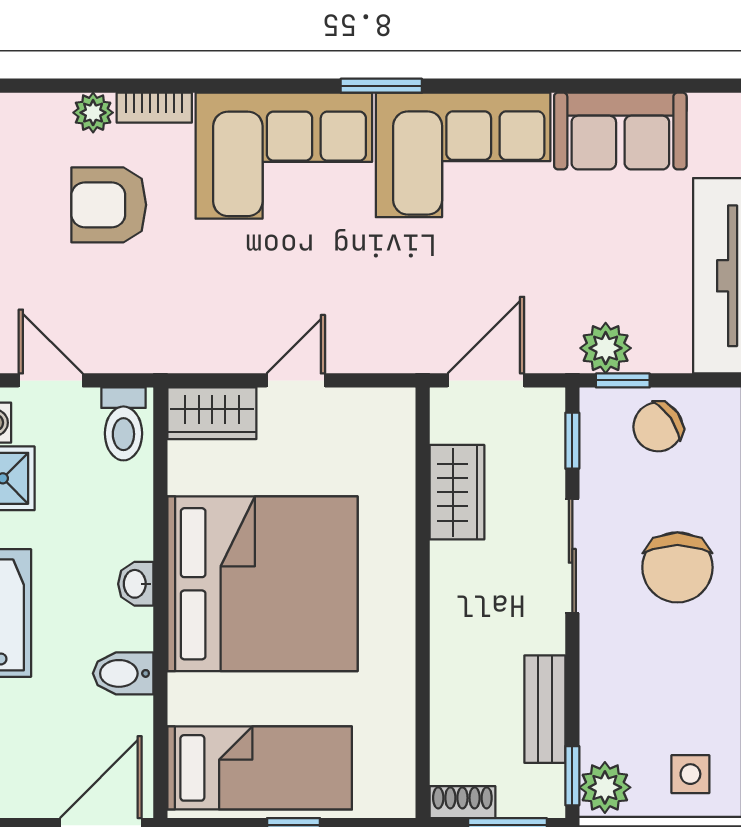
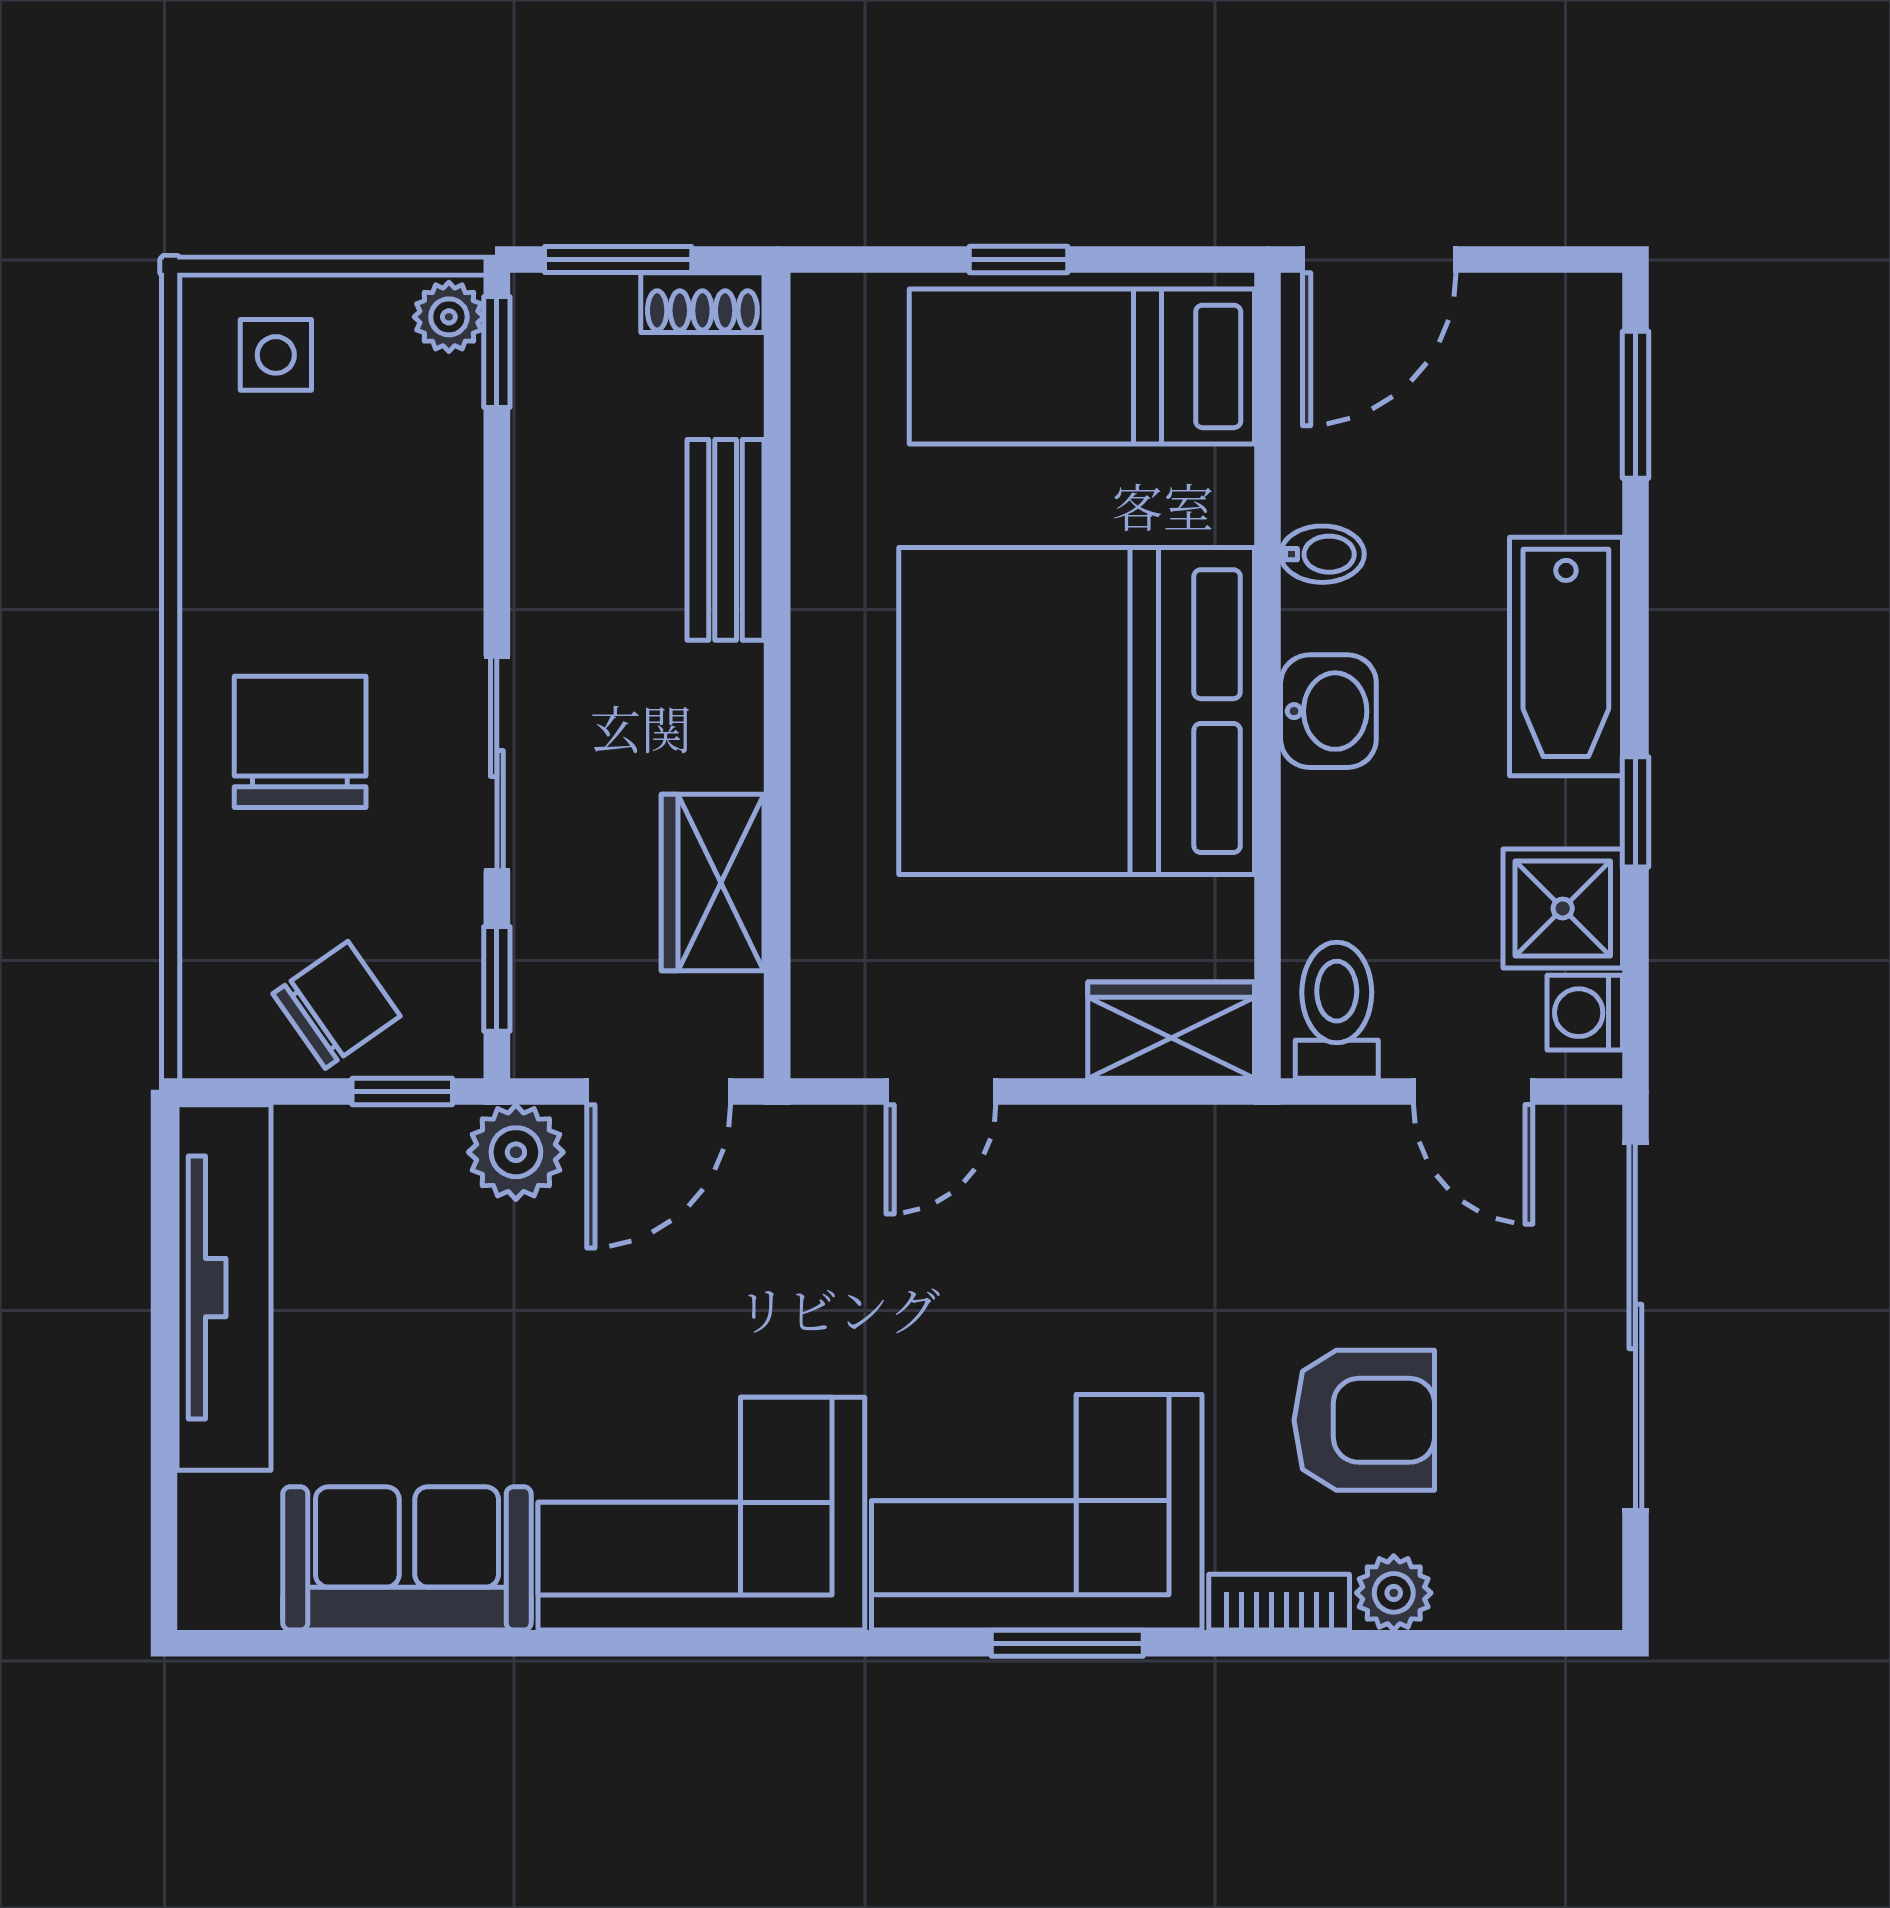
window: (381, 86) -> (1067, 1643), moved
plant: (606, 348) -> (516, 1152), moved
door: (296, 380) -> (941, 1092), moved
washbasin: (136, 584) -> (1328, 711), width x1.38, depth x1.45
bidet: (123, 673) -> (1322, 554), width x0.72, depth x0.74
bench: (545, 709) -> (726, 540), moved
plant: (605, 787) -> (449, 317), width x0.73, depth x0.73

